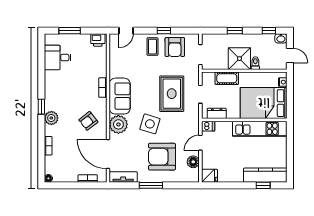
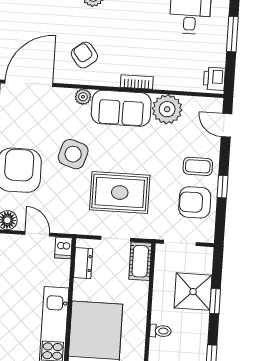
shower: (239, 59) -> (193, 292), moved
plant: (118, 68) -> (167, 109), added
cot: (227, 78) -> (140, 261), moved
plant: (118, 124) -> (83, 97), width x0.53, depth x0.53

